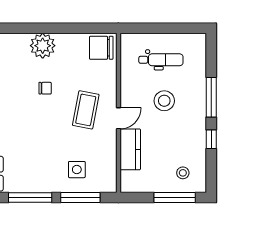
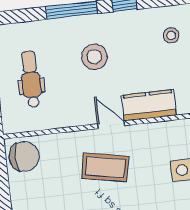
chair: (101, 48) -> (24, 156), turned -90
stool: (164, 101) -> (94, 57), moved

